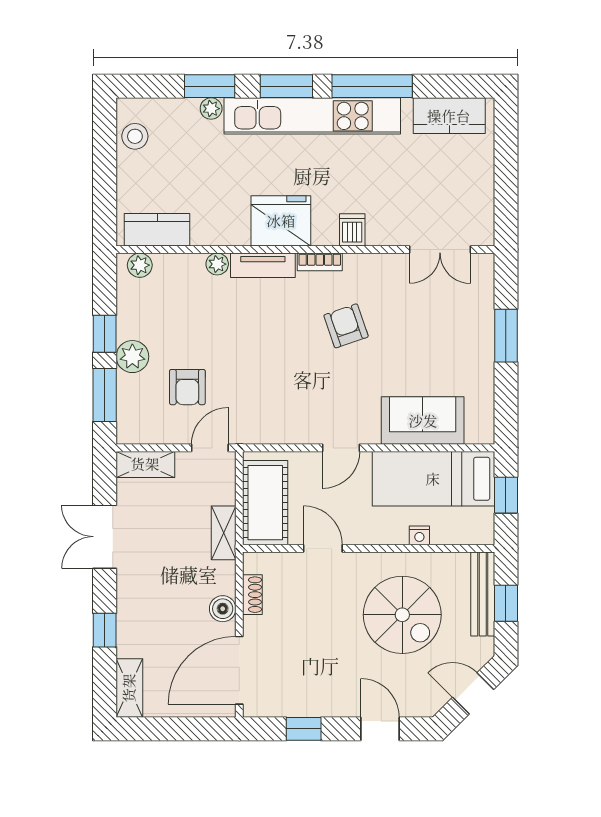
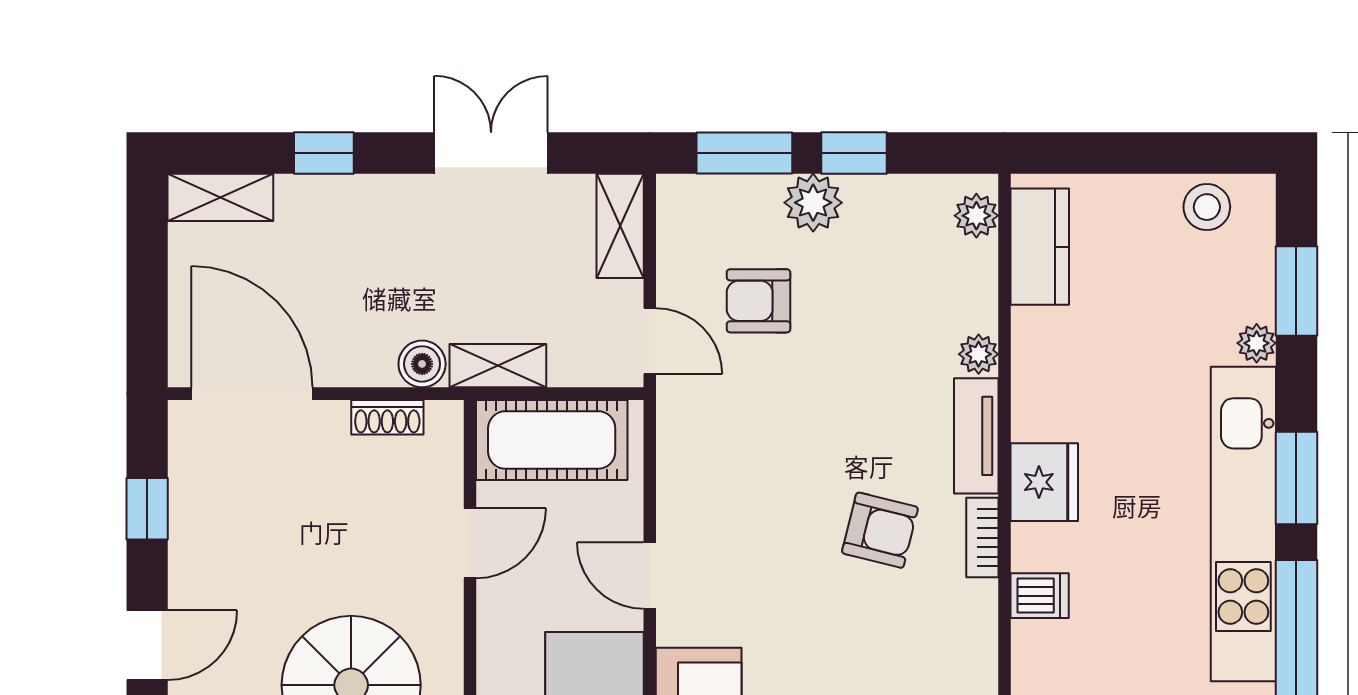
window: (210, 86) -> (1296, 291), moved
fridge: (281, 221) -> (1044, 482), width x0.73, depth x0.75
armchair: (346, 326) -> (880, 530), moved, turned 33
boiler: (223, 609) -> (422, 364), moved

